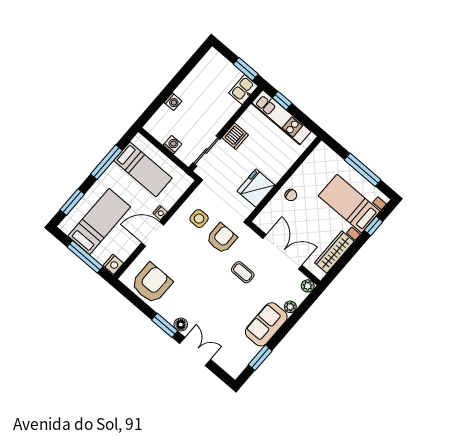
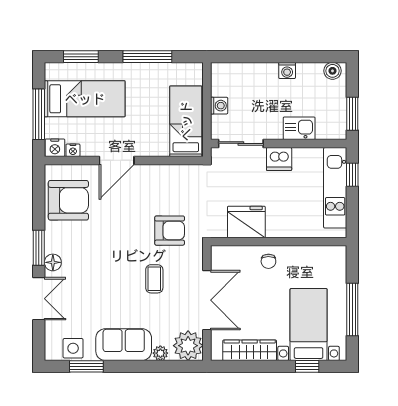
boiler: (210, 59) -> (332, 71), added
kitchen sink: (243, 89) -> (299, 128), moved
washing machine: (173, 102) -> (287, 70), moved
bed: (143, 169) -> (186, 121), moved, turned 180
nightstand: (160, 213) -> (73, 150), moved
side table: (199, 219) -> (73, 348), moved
door: (153, 234) -> (117, 160), swing flipped
plant: (308, 286) -> (188, 346), width x1.87, depth x1.87

